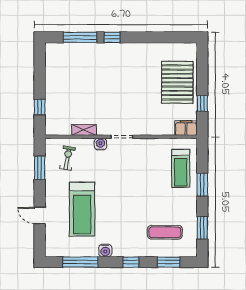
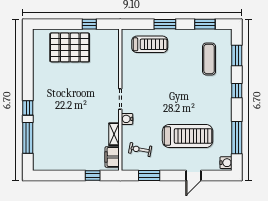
filing cabinet: (186, 128) -> (112, 157), moved
water cooler: (105, 250) -> (226, 163), moved

